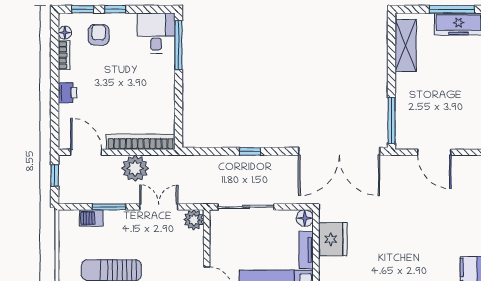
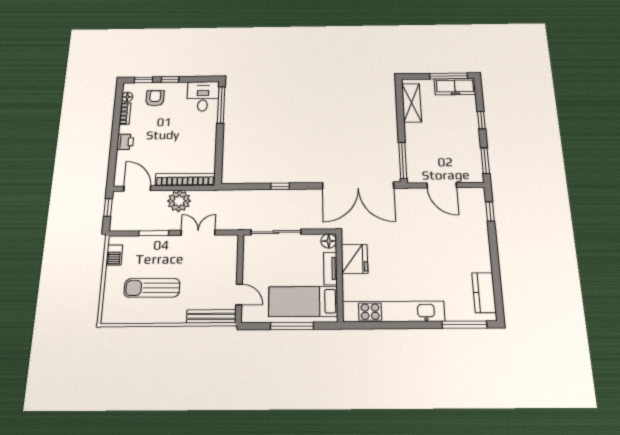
barbecue: (91, 218) -> (114, 255), moved, turned -90
plant: (194, 220) -> (229, 243), removed

